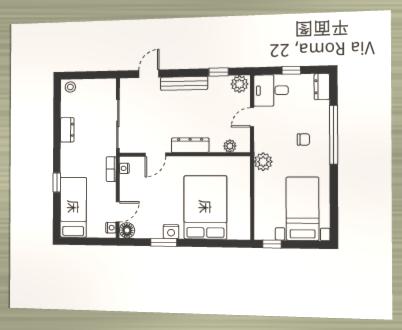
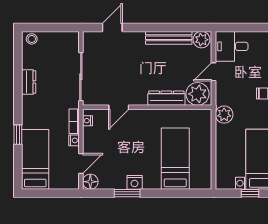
window: (291, 70) -> (251, 27), removed
window: (219, 72) -> (181, 27), removed
bench: (184, 83) -> (169, 38), moved
dresser: (190, 145) -> (166, 98), moved
plant: (230, 146) -> (197, 94), width x1.87, depth x1.87
bed: (205, 207) -> (175, 159), width x0.67
nightstand: (111, 228) -> (74, 140), moved
window: (272, 244) -> (250, 193), moved

